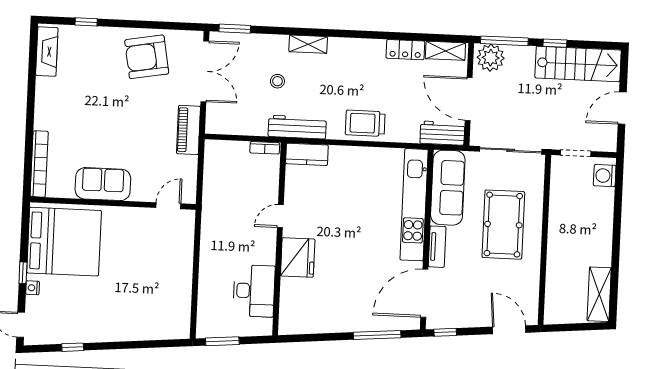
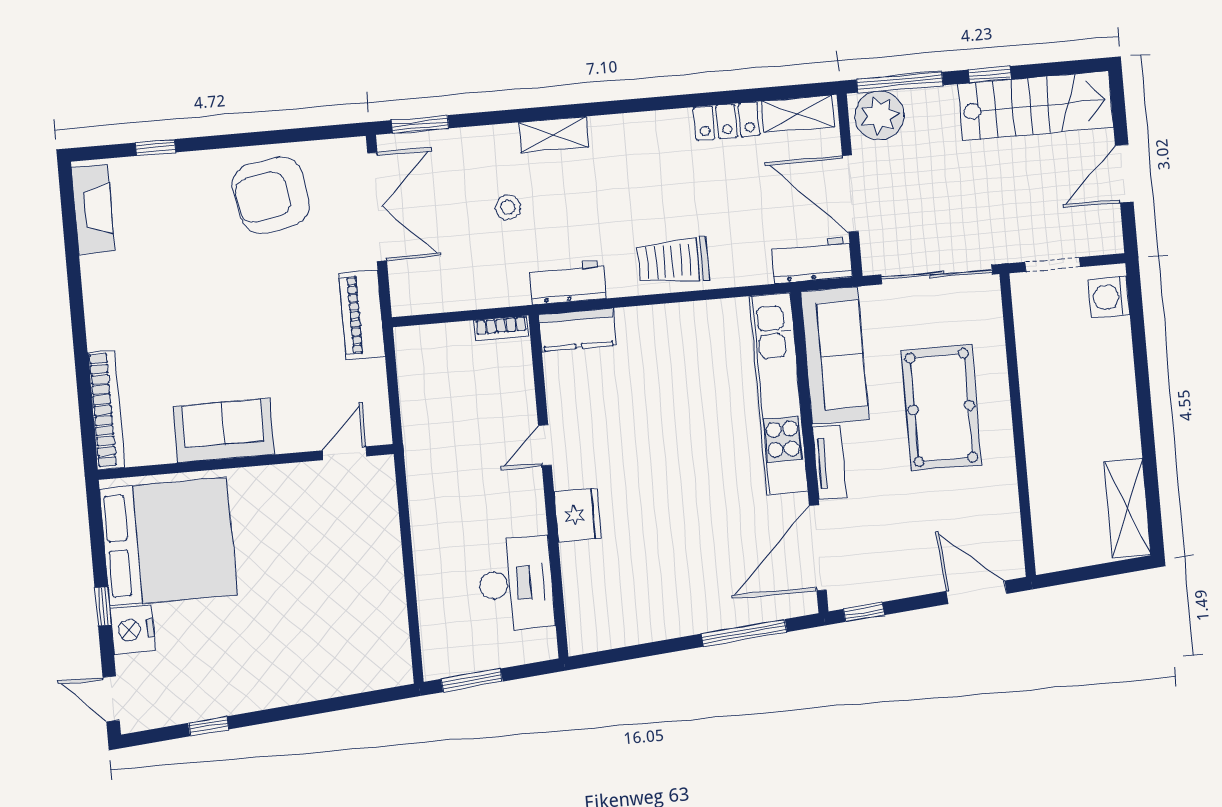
workbench: (297, 127) -> (568, 283), width x0.73
fridge: (298, 257) -> (578, 515), width x0.73, depth x0.75
nightstand: (33, 288) -> (133, 630), width x1.89, depth x1.79

